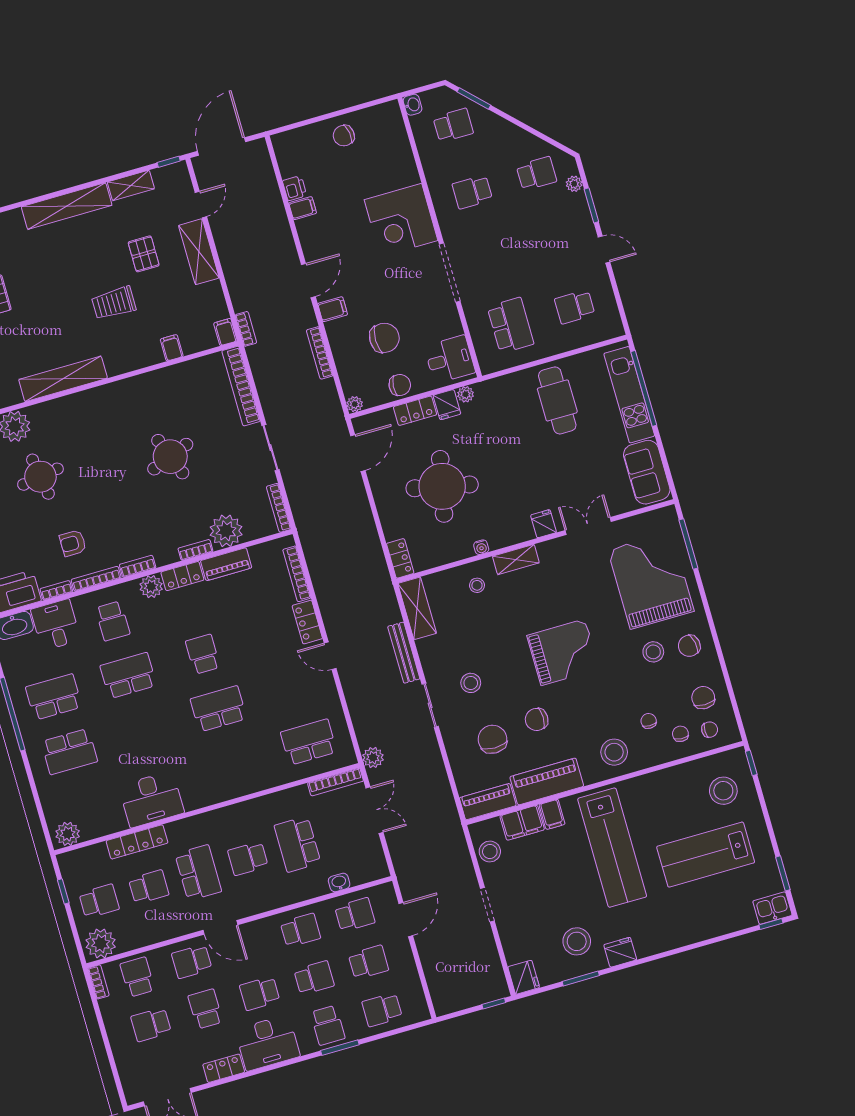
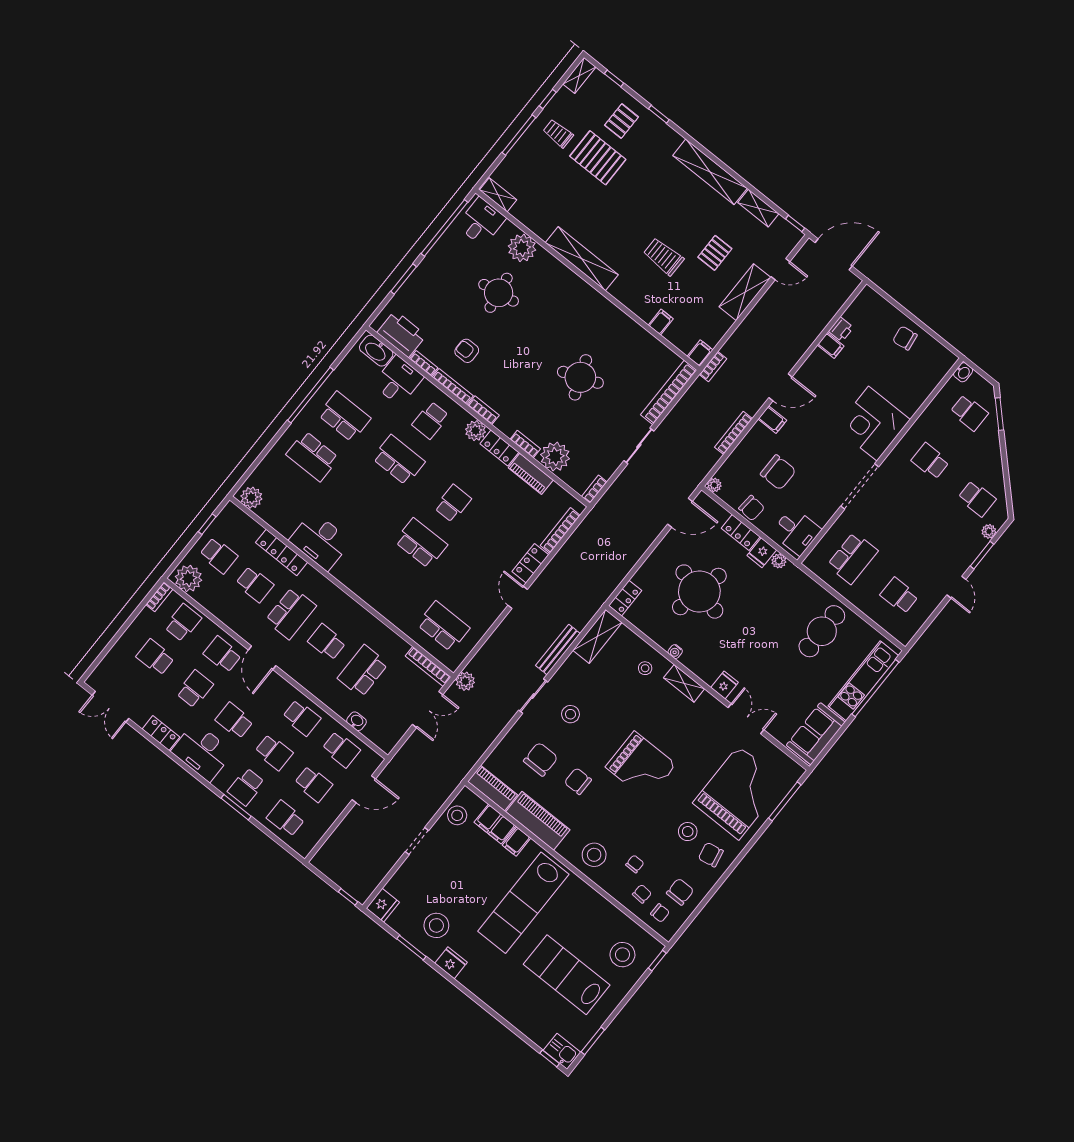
bookcase: (279, 508) -> (594, 489), width x0.64

